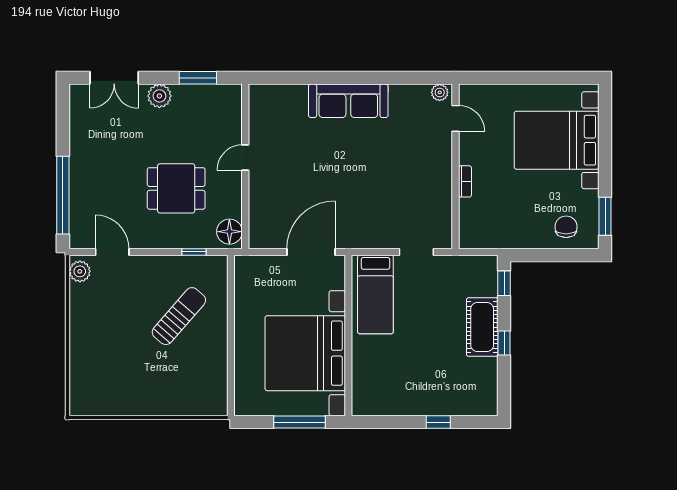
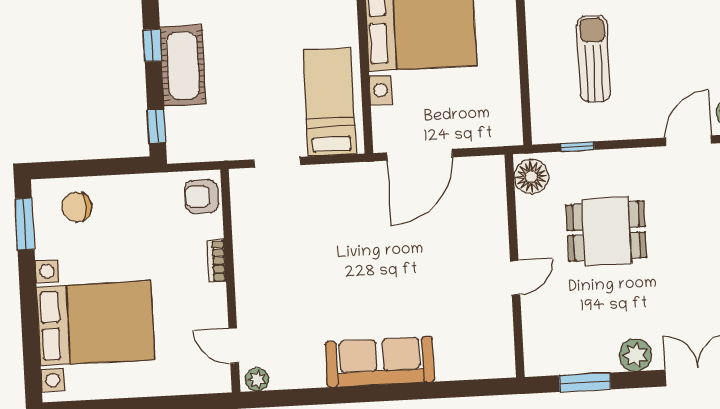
chair: (566, 227) -> (77, 207), turned 90
armchair: (473, 230) -> (202, 196), added
door: (112, 252) -> (688, 141), swing flipped
sun lounger: (179, 316) -> (594, 59), turned 139

